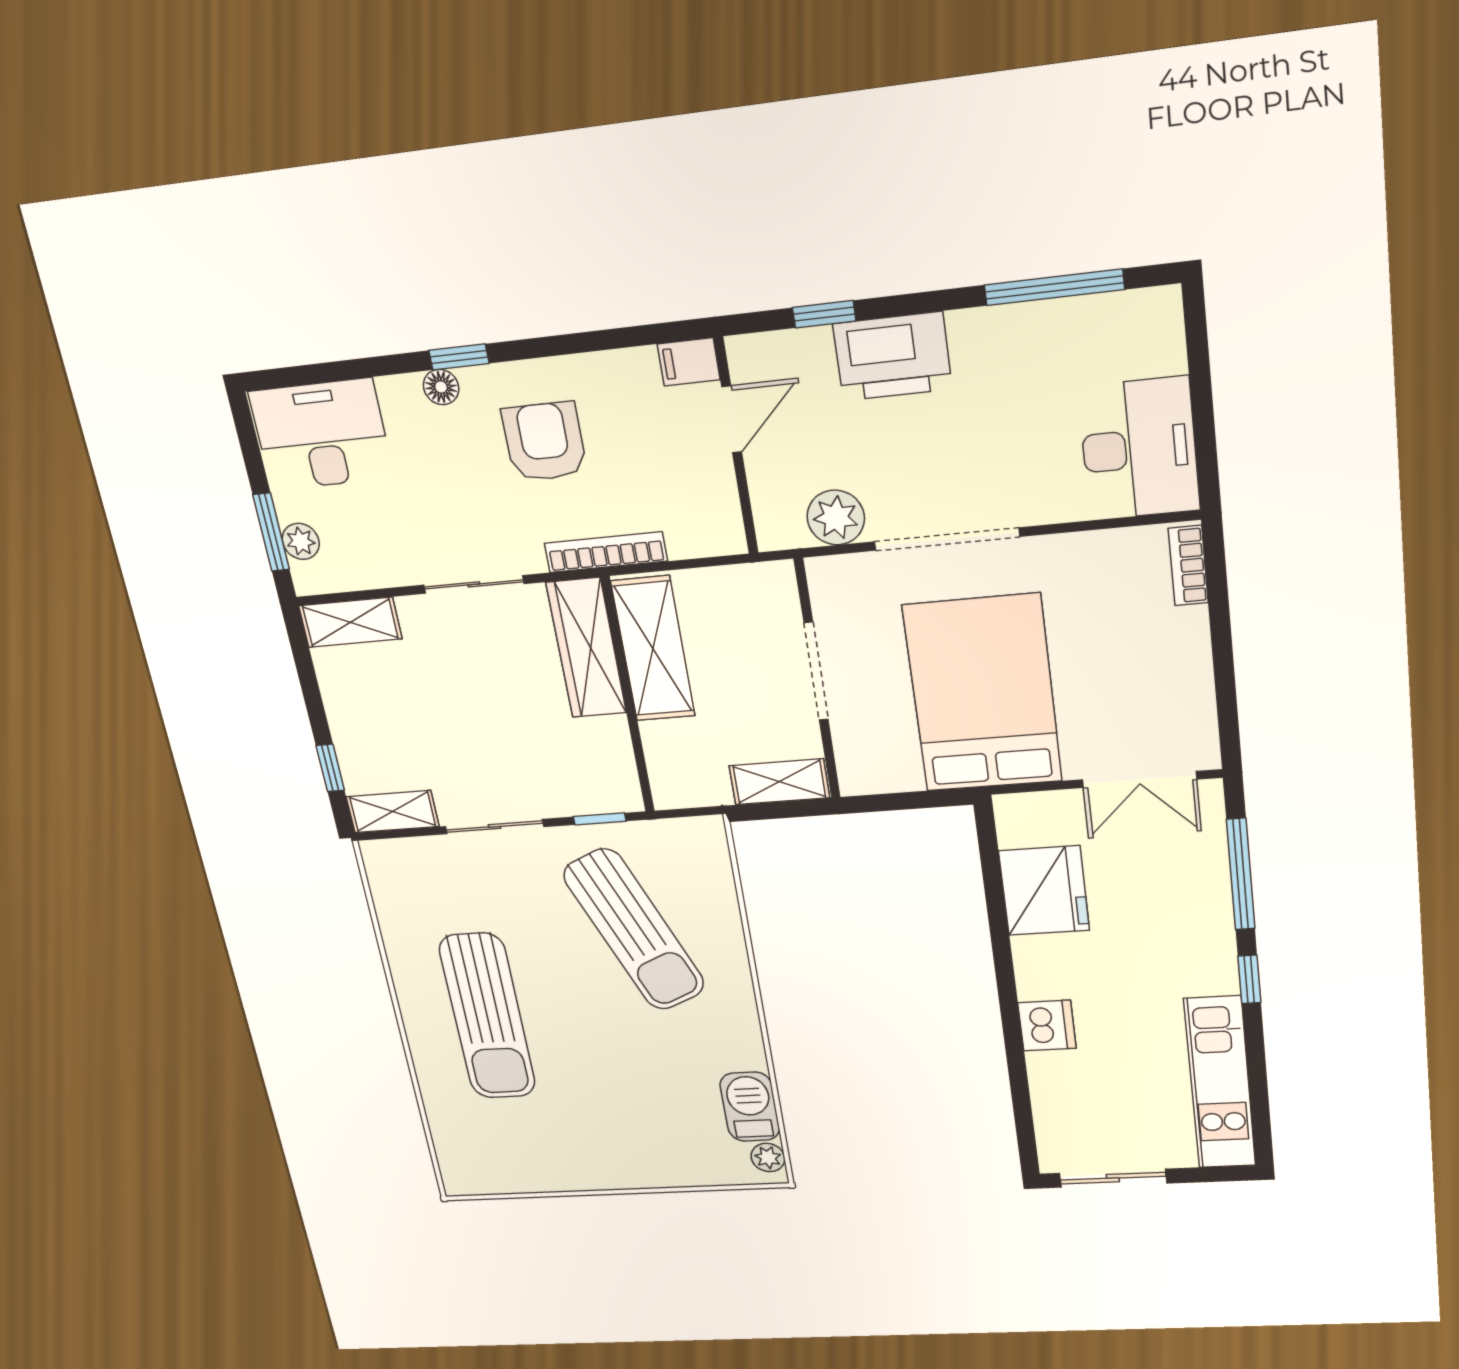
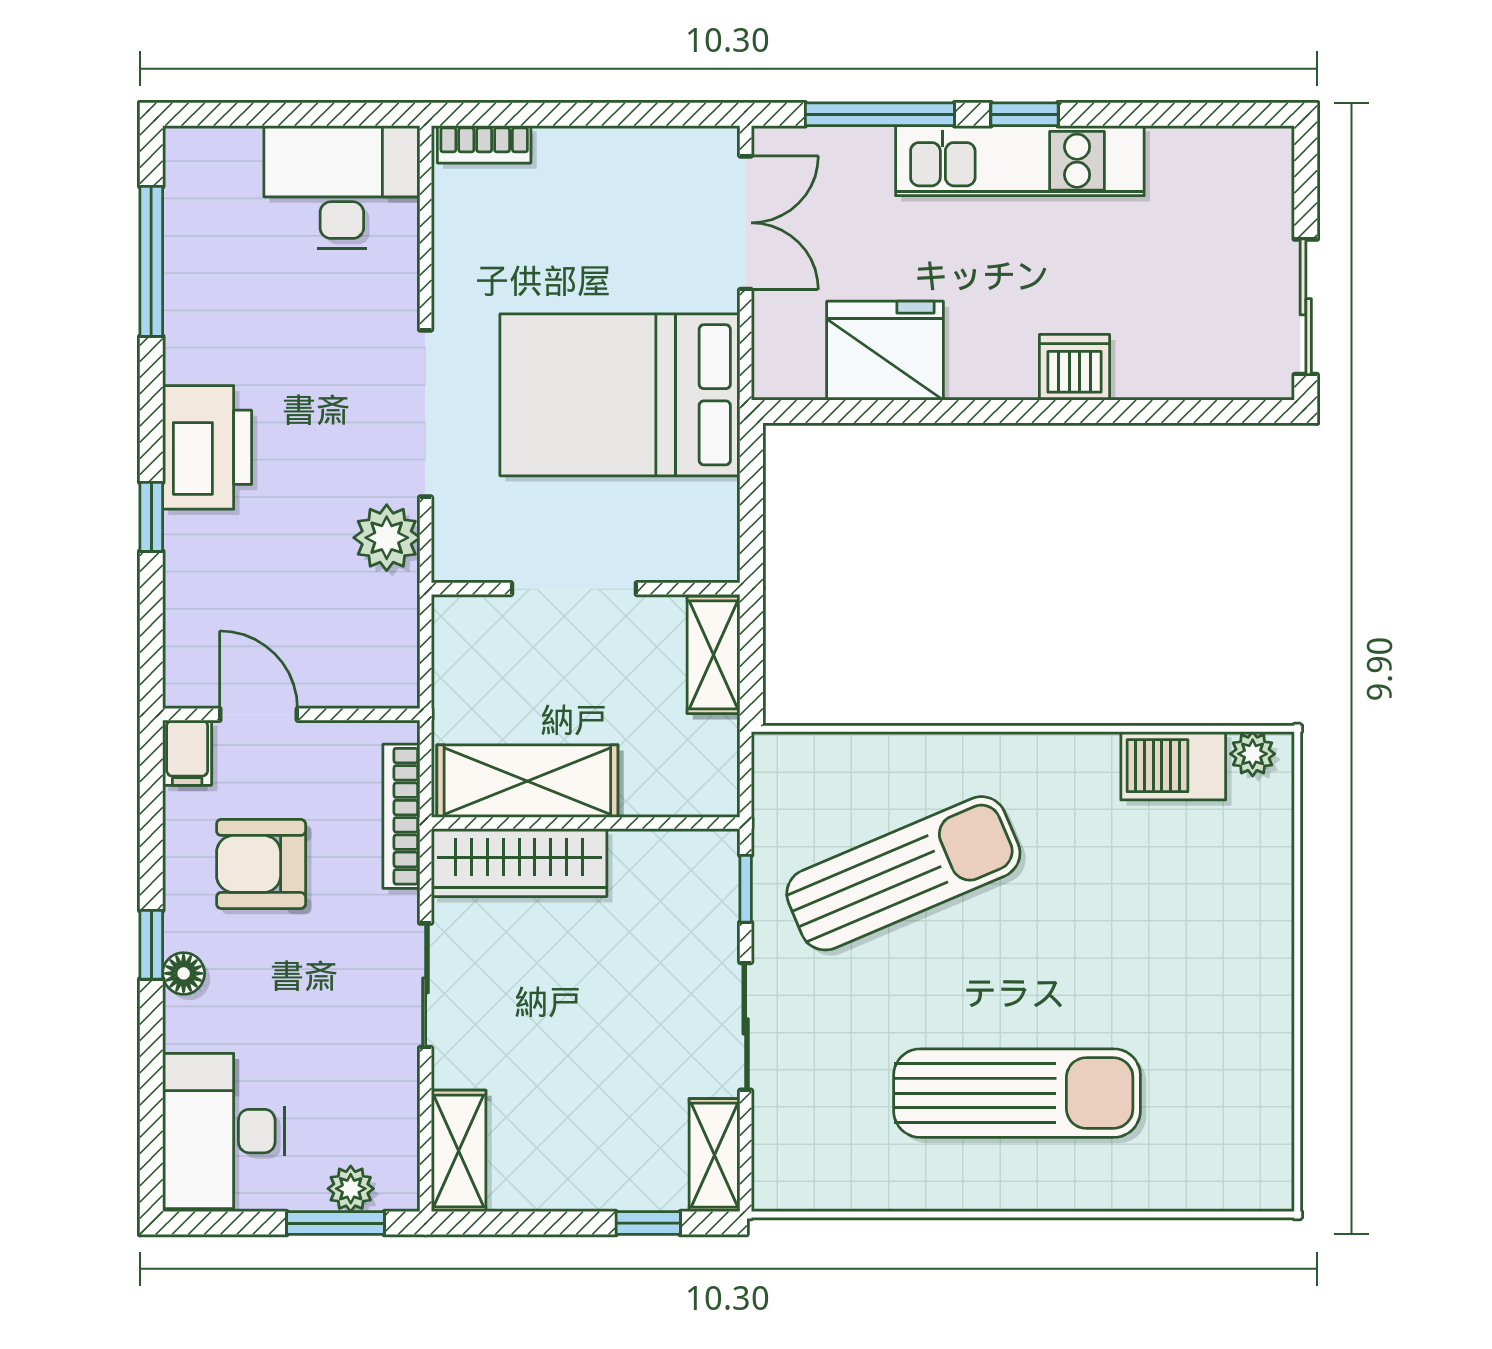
filing cabinet: (689, 362) -> (187, 753), moved
door: (732, 419) -> (259, 714), moved
wall: (736, 447) -> (291, 714), moved
kitchen unit: (1220, 1083) -> (1020, 161), moved

